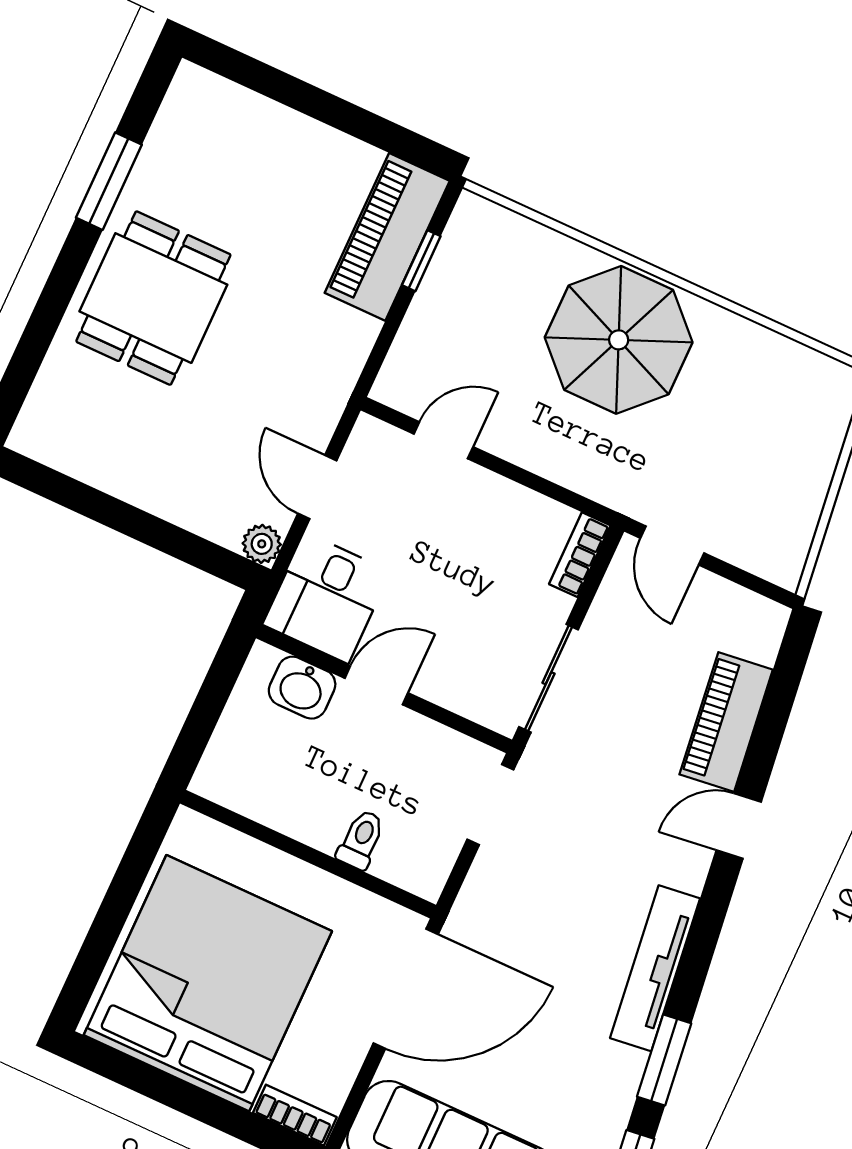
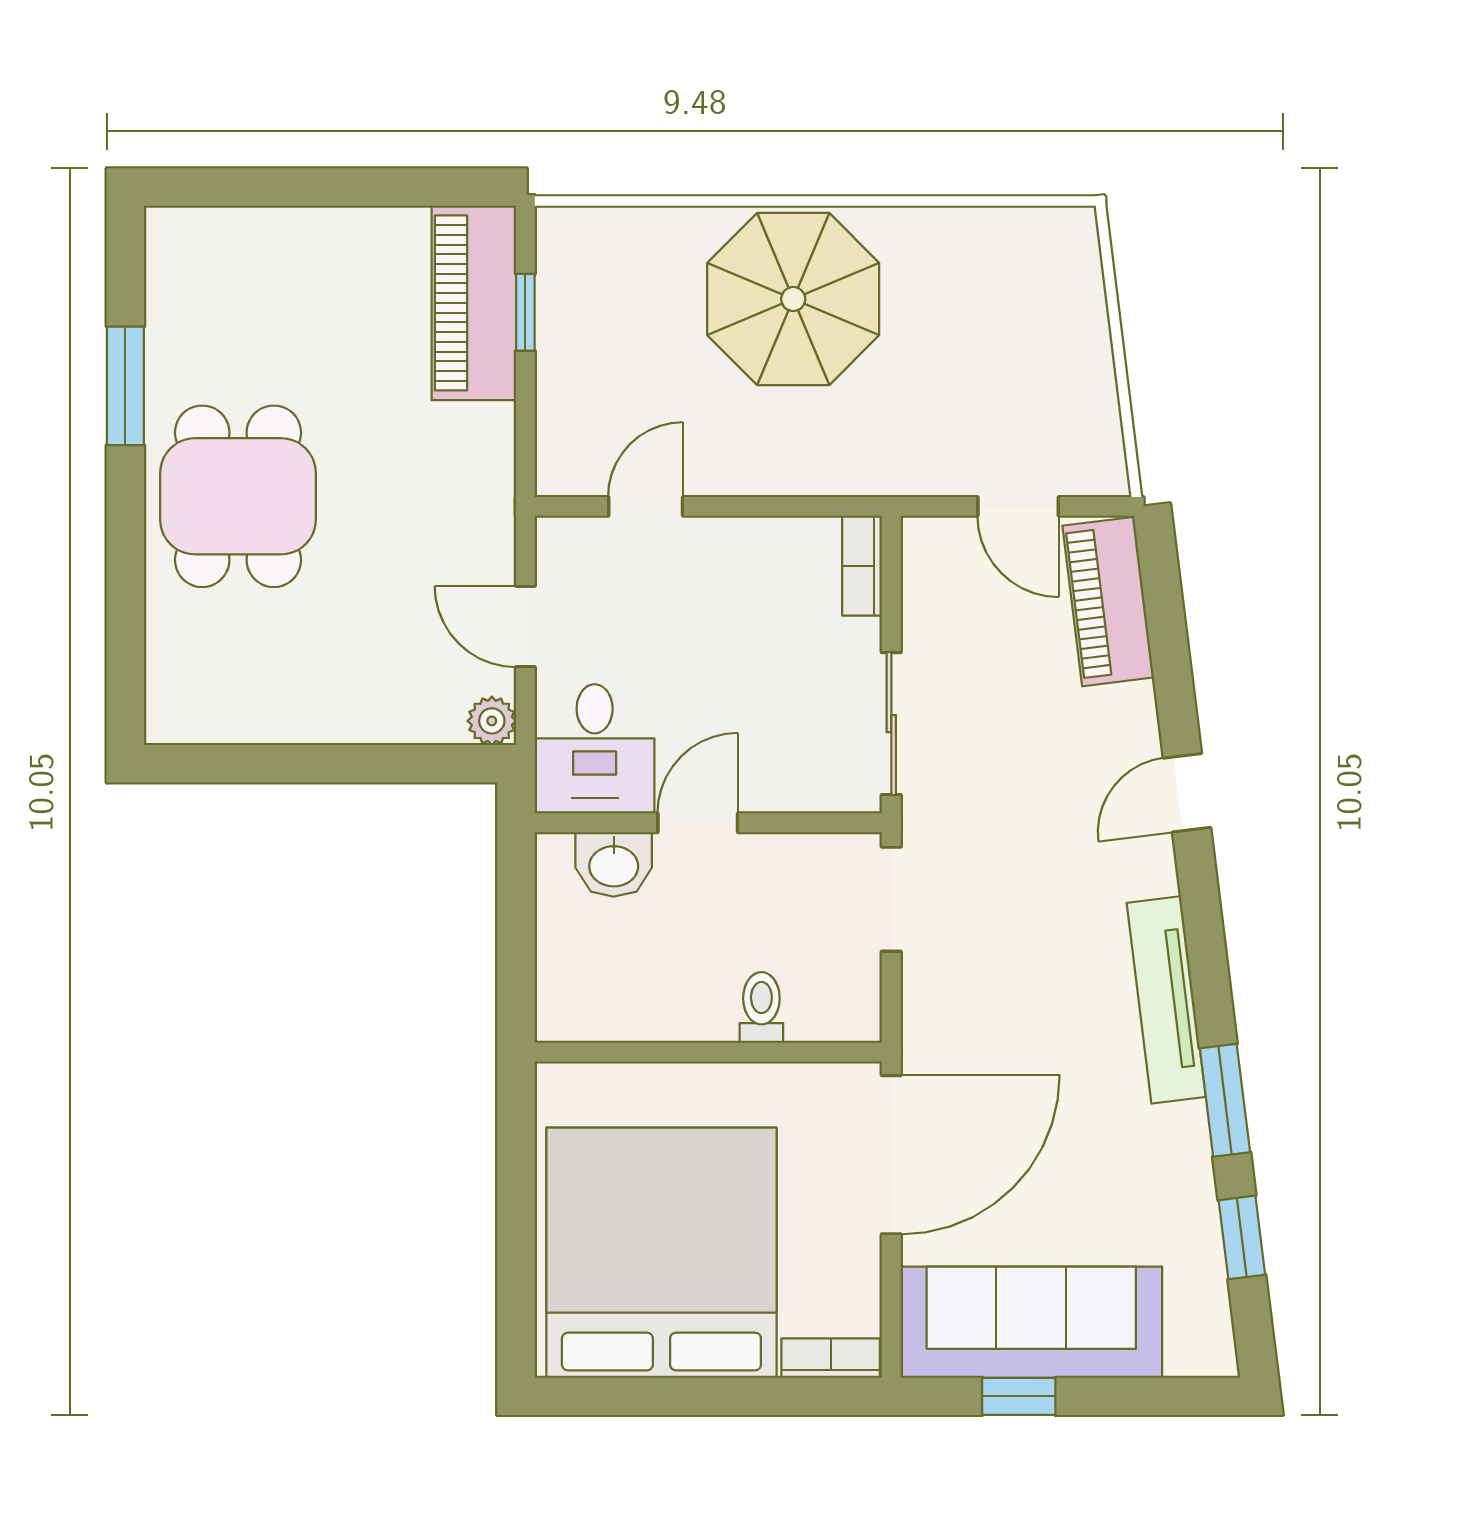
door: (672, 546) -> (1018, 506), moved
piano: (726, 722) -> (1108, 602), moved

